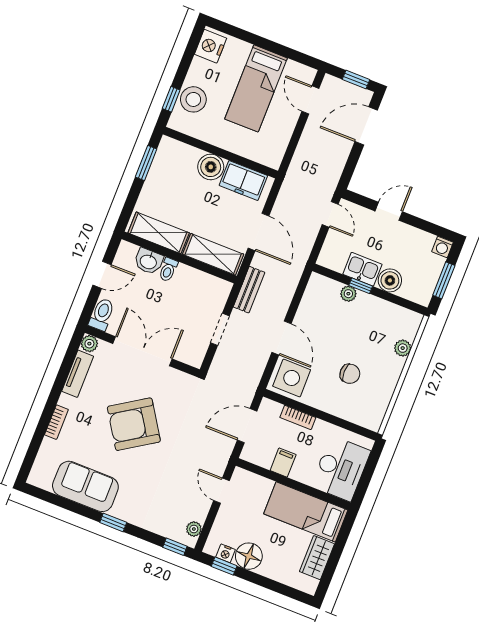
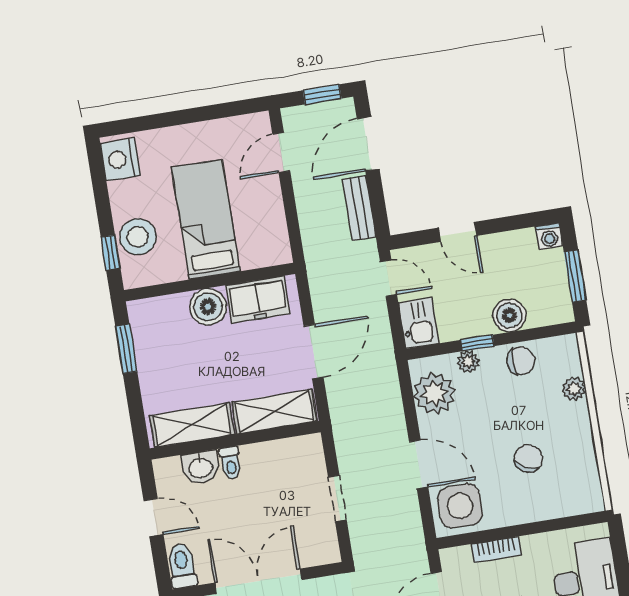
bed: (256, 88) -> (206, 219), moved, turned 180
door: (310, 100) -> (281, 153), hinge flipped
door: (389, 211) -> (458, 232), swing flipped
door: (258, 232) -> (313, 352), hinge flipped
kitchen sink: (362, 269) -> (419, 323), moved, turned 90
door: (102, 275) -> (153, 517), hinge flipped
bench: (249, 290) -> (359, 208), moved
plant: (316, 301) -> (434, 393), added
chair: (381, 312) -> (521, 361), added
chair: (350, 374) -> (528, 458), turned -62

